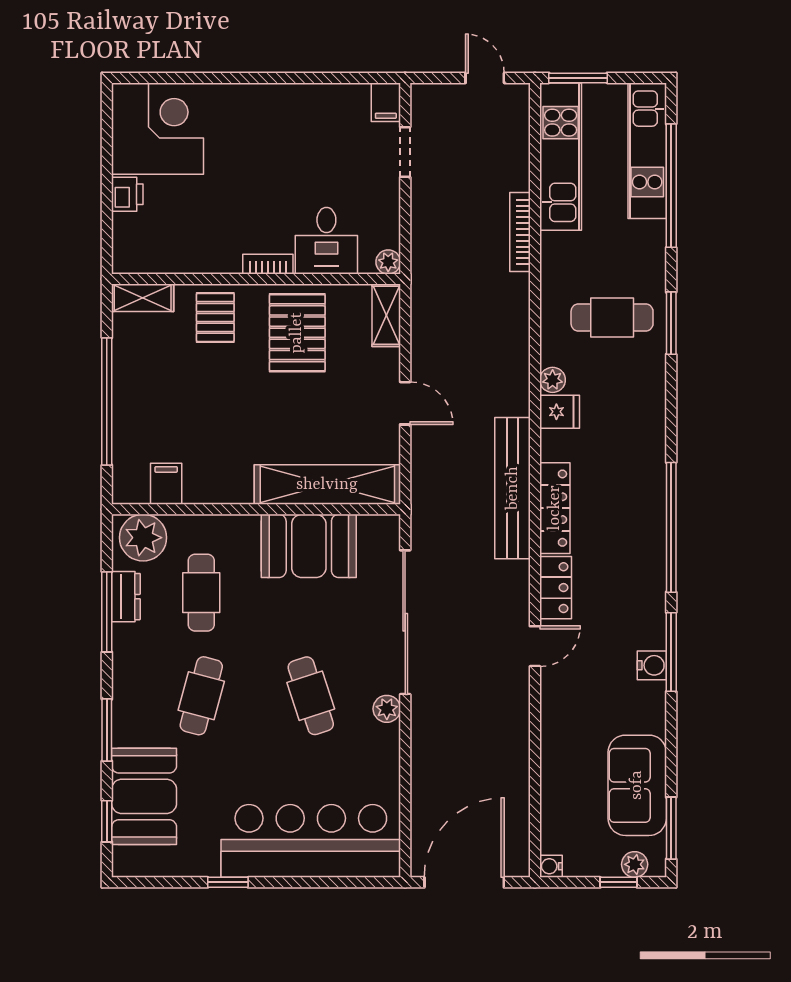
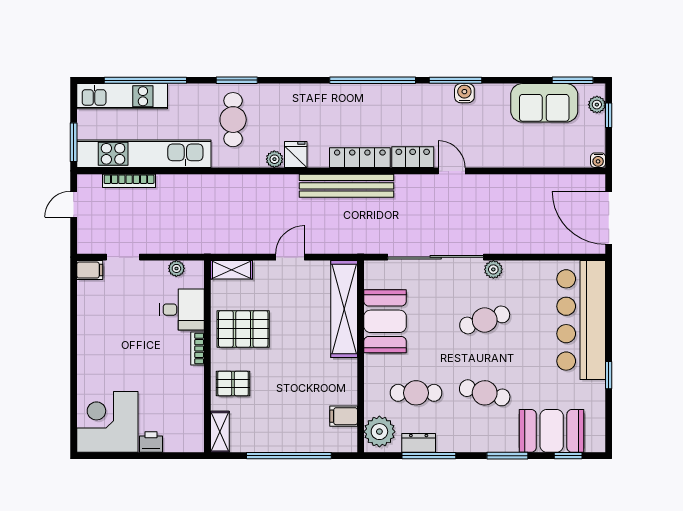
kitchen unit: (561, 157) -> (144, 154), width x1.36
bookcase: (520, 232) -> (129, 181), moved
plant: (388, 262) -> (176, 268), moved

